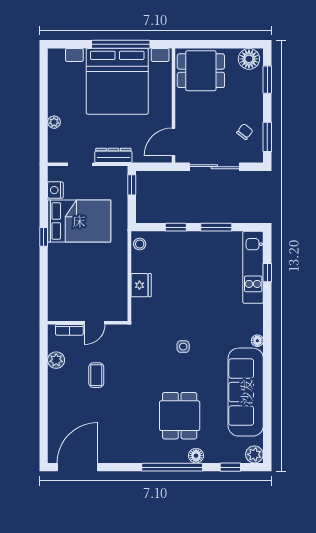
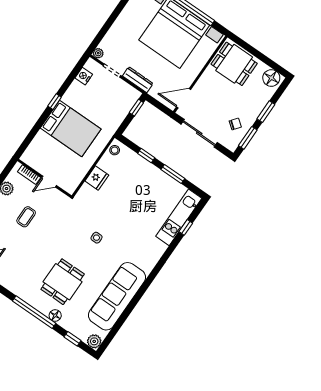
window: (267, 80) -> (266, 112), moved
plant: (54, 122) -> (98, 53), moved
bed: (79, 221) -> (71, 128), moved
floor lamp: (257, 341) -> (148, 268), removed

